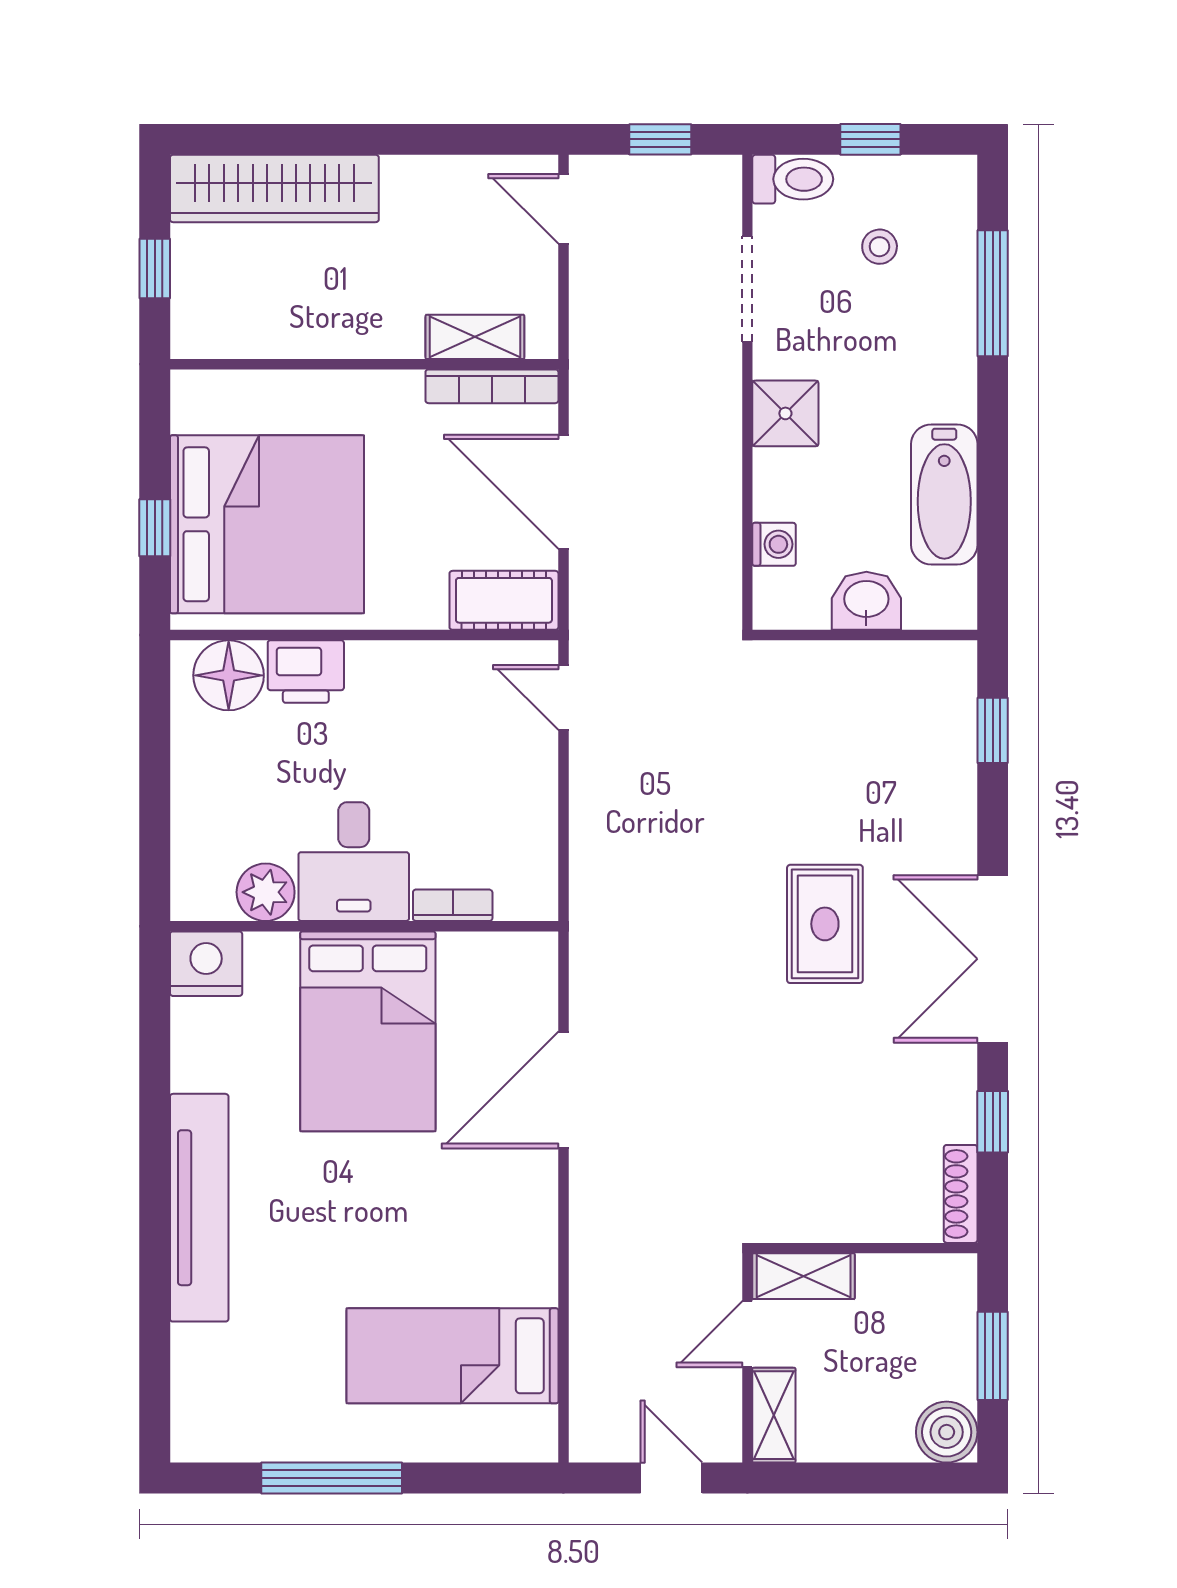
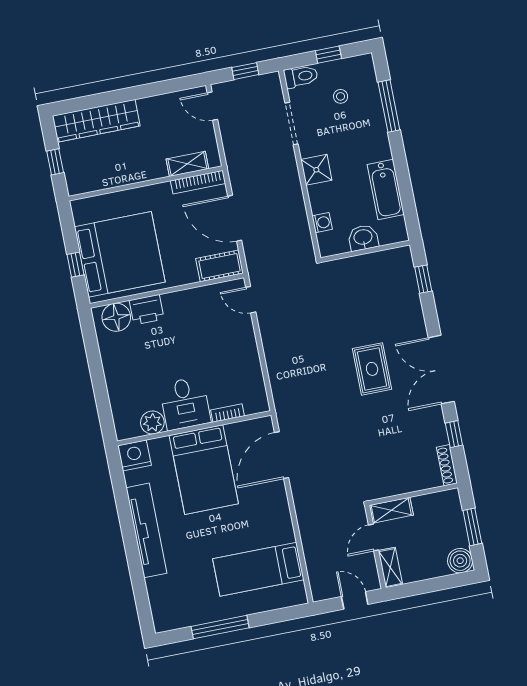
desk: (354, 862) -> (185, 403), moved
plant: (266, 892) -> (152, 423), moved
bookcase: (453, 905) -> (228, 413), moved
wall: (364, 926) -> (194, 428), moved
nightstand: (206, 964) -> (134, 455), moved
bed: (368, 1031) -> (204, 470), moved

